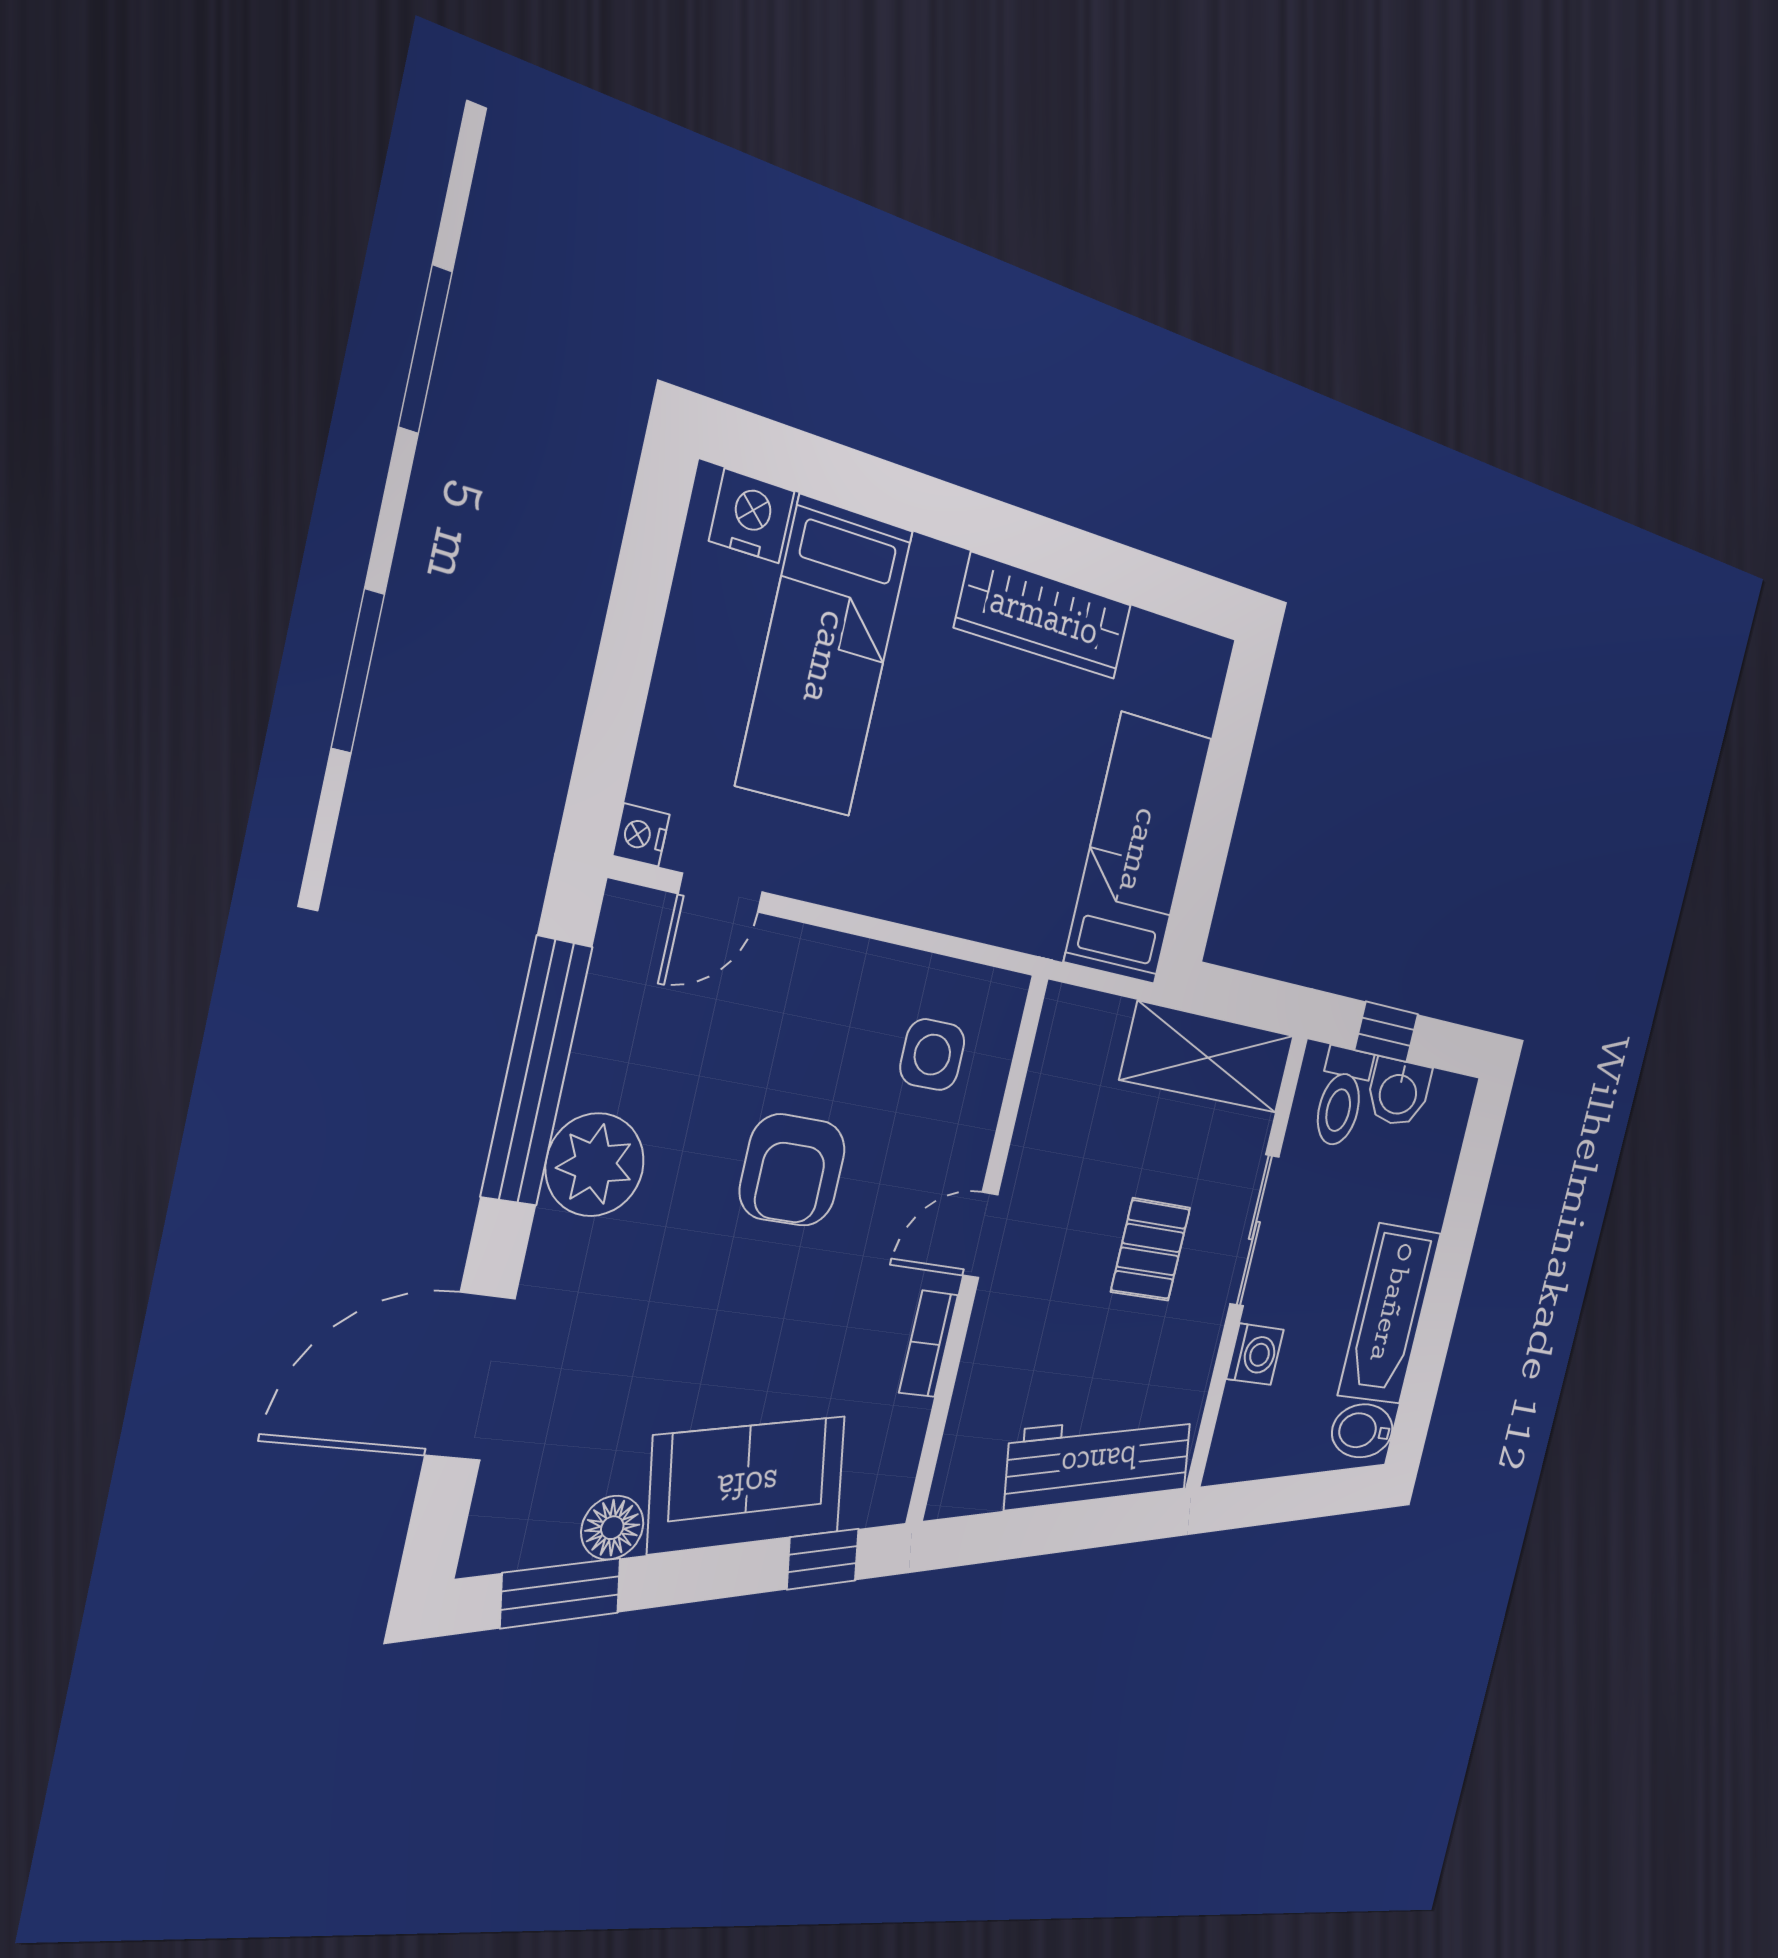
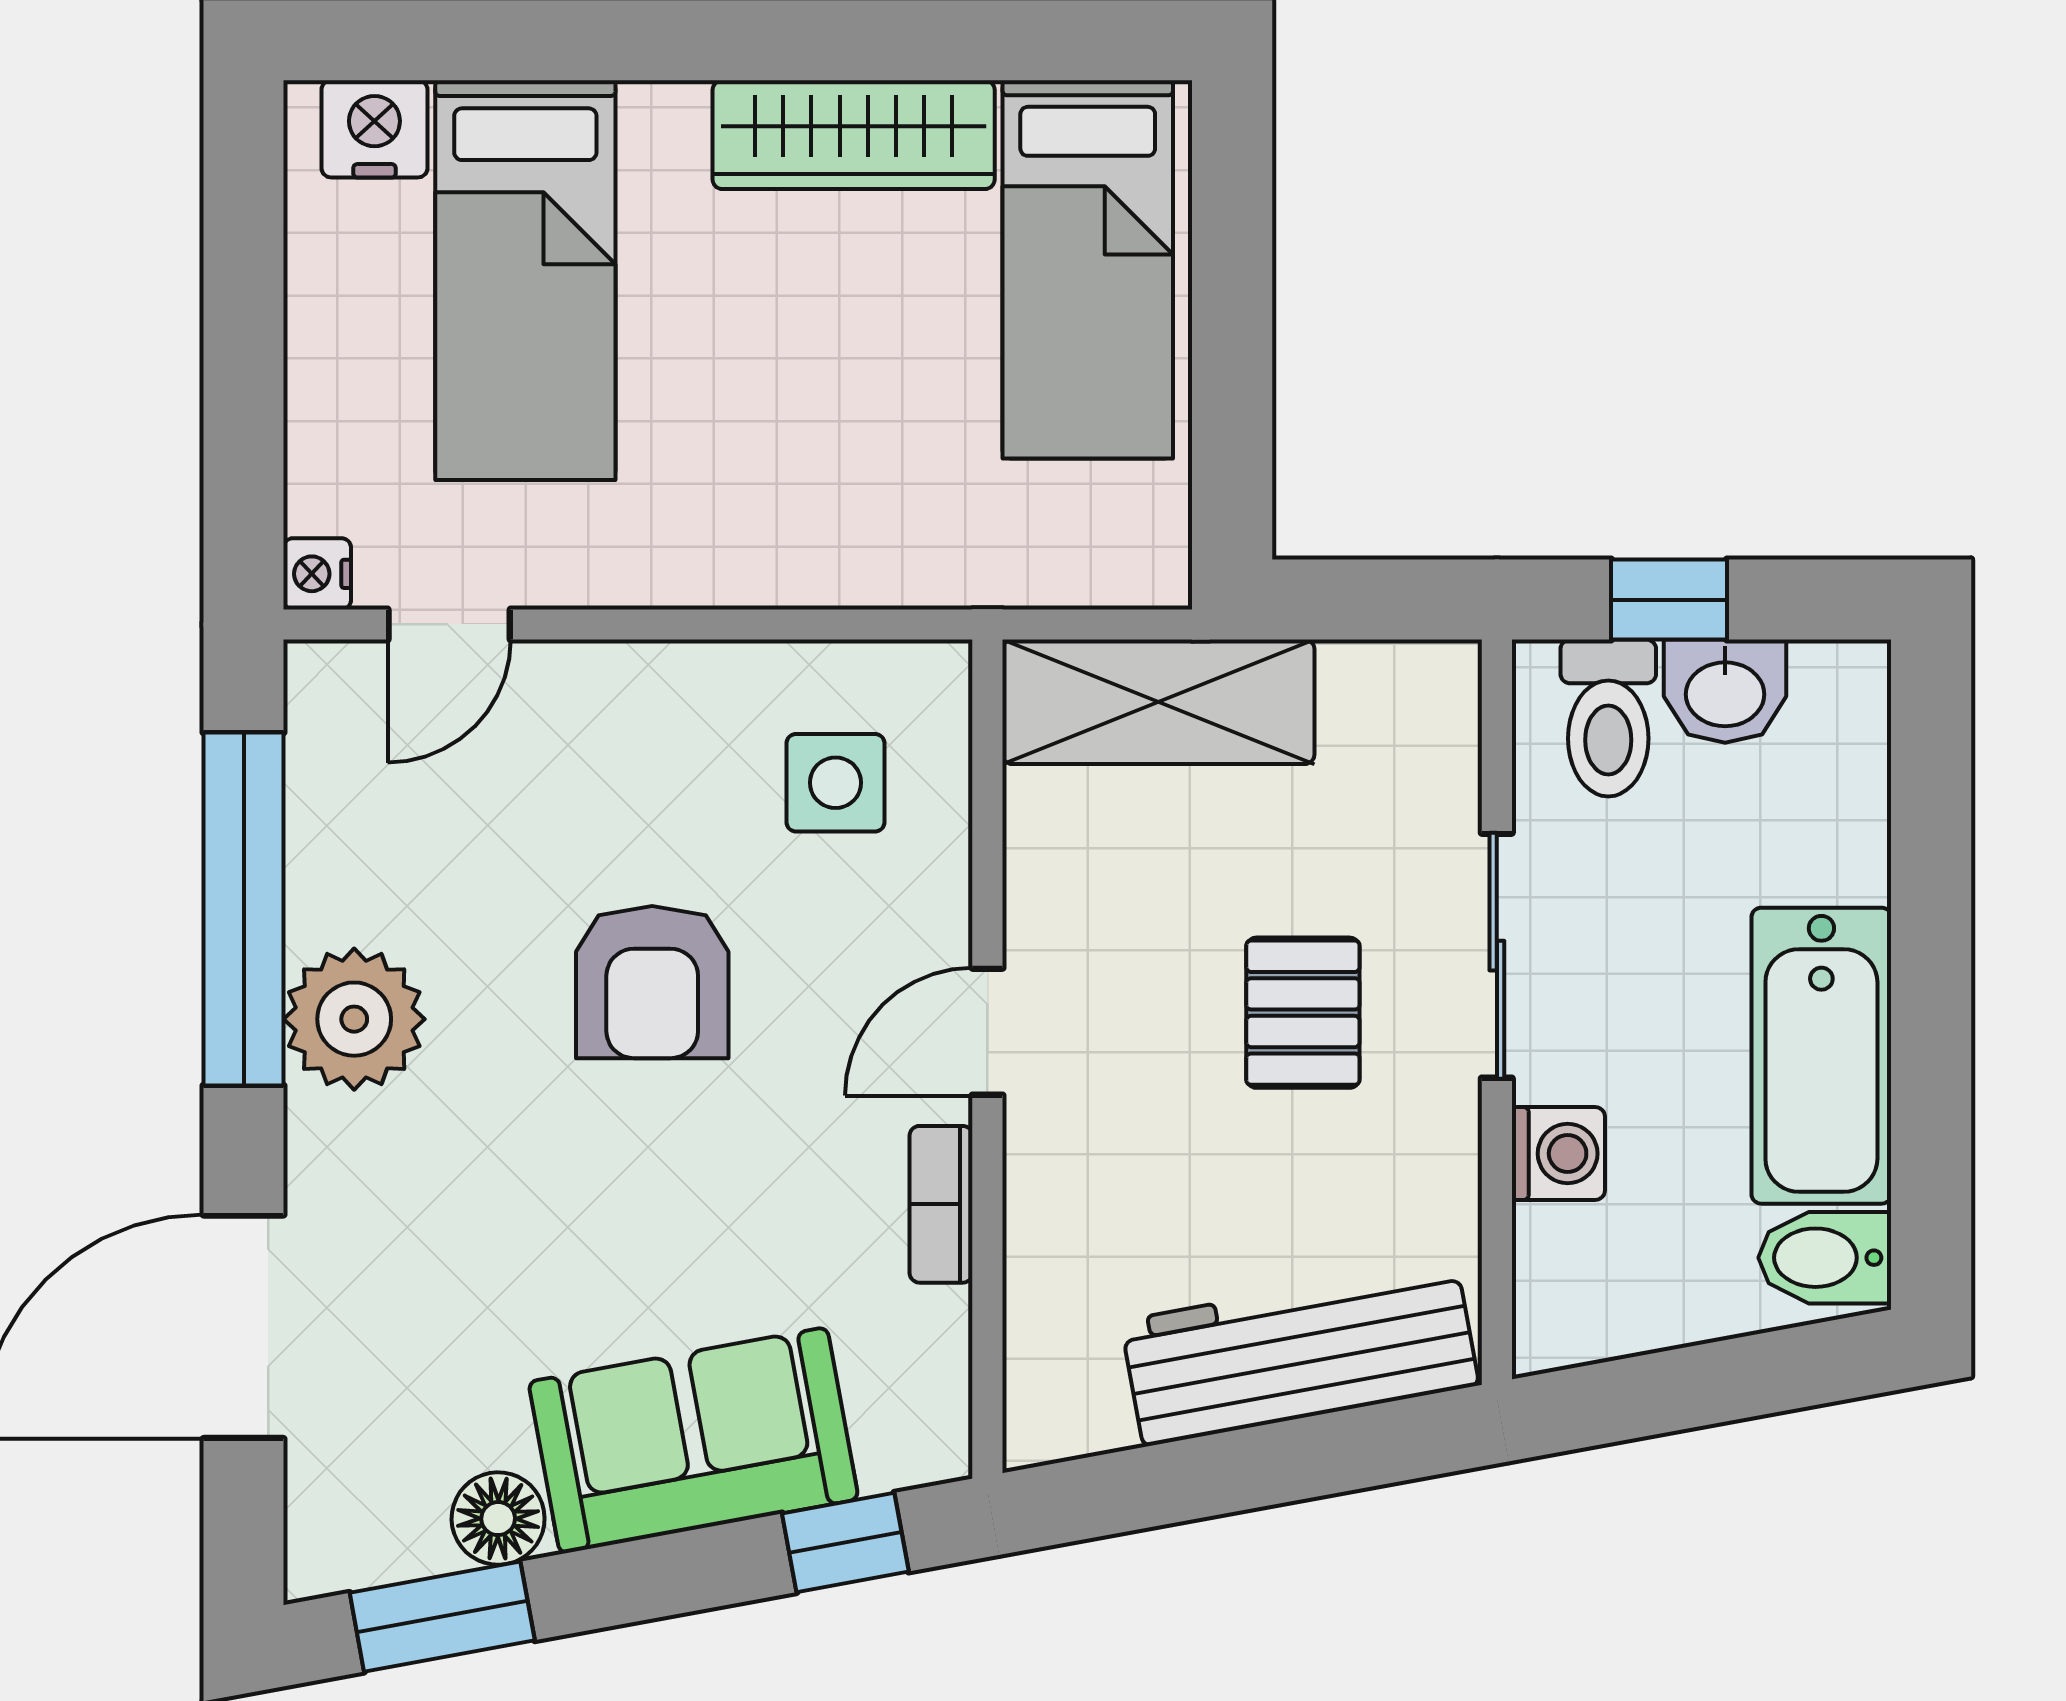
bed: (1138, 850) -> (1088, 269), moved, turned 180
shelving: (1208, 1058) -> (1158, 702), moved

